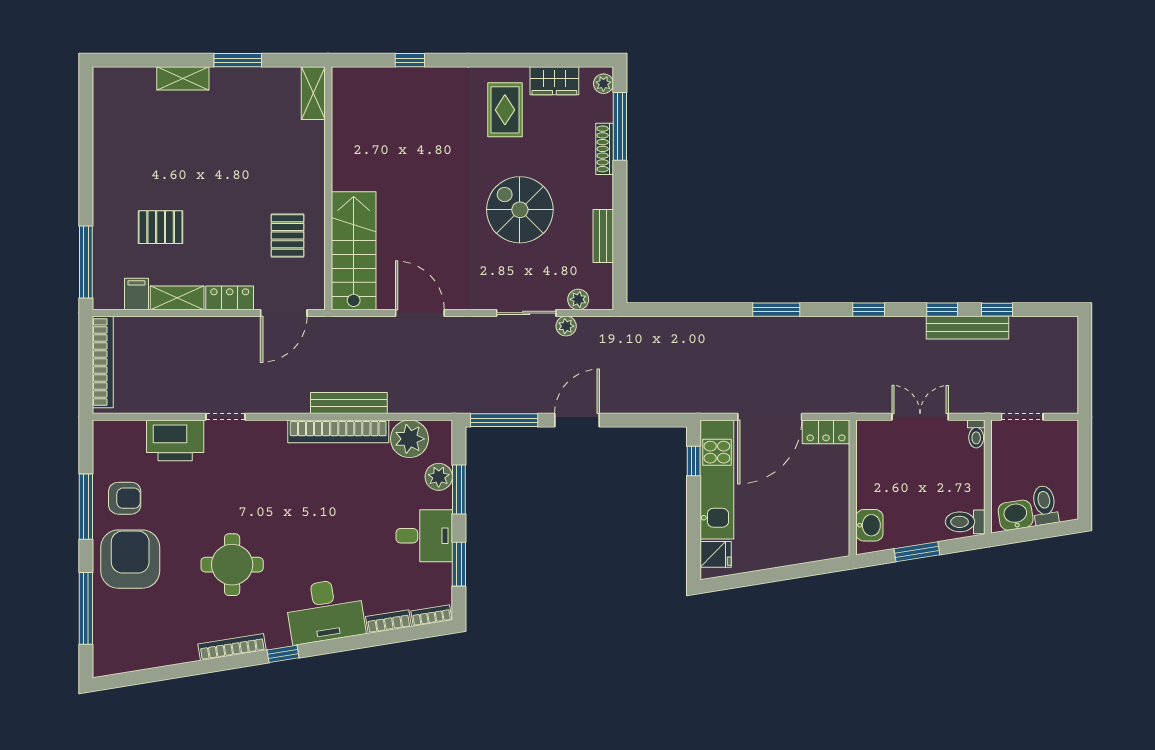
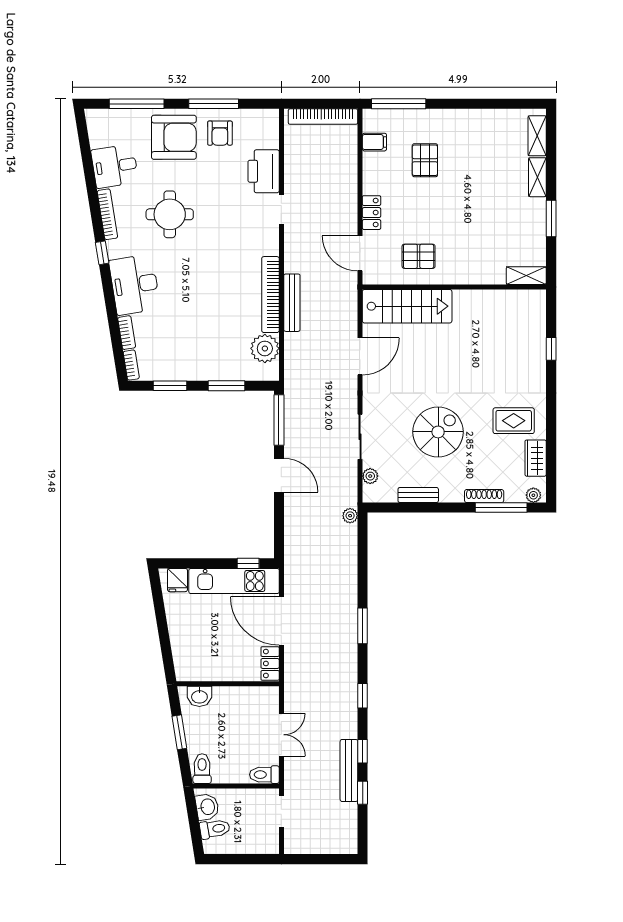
shelving: (177, 298) -> (537, 136), moved
plant: (566, 326) -> (350, 516), moved
toilet: (976, 434) -> (264, 775), width x1.37, depth x1.39
plant: (439, 477) -> (236, 371), removed
desk: (424, 536) -> (115, 166), moved, turned 81

